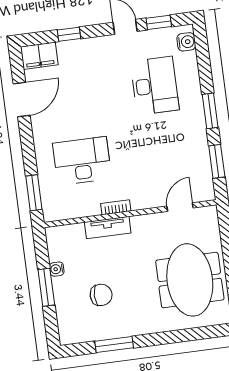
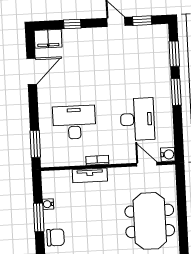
water cooler: (186, 42) -> (168, 154), moved
desk: (155, 86) -> (137, 119), moved
window: (217, 161) -> (174, 54), moved
door: (180, 207) -> (147, 164), hinge flipped
chair: (101, 295) -> (55, 237), moved

